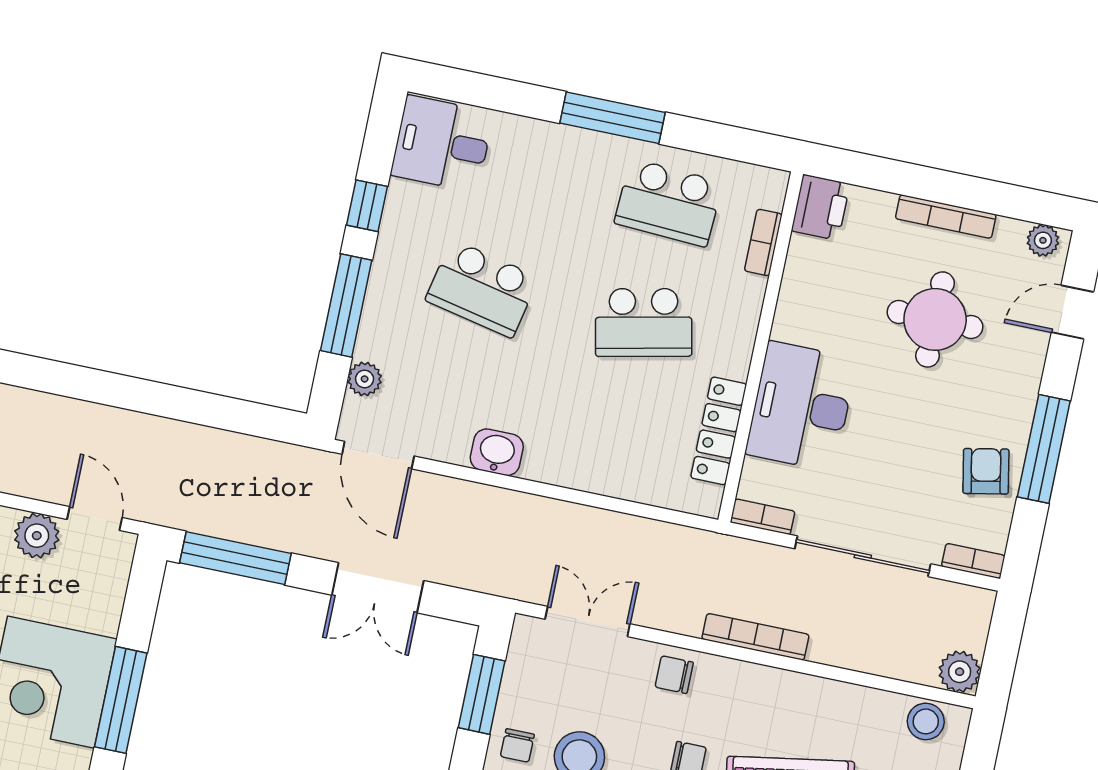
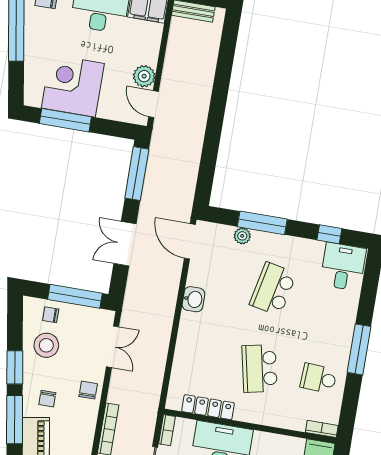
school desk: (669, 203) -> (319, 378), width x0.54
window: (367, 206) -> (329, 234), moved
bookcase: (763, 242) -> (322, 429), moved
plant: (365, 379) -> (242, 236), moved
door: (378, 455) -> (190, 241), hinge flipped
door: (95, 518) -> (154, 104), swing flipped
window: (482, 694) -> (75, 296), width x1.44

